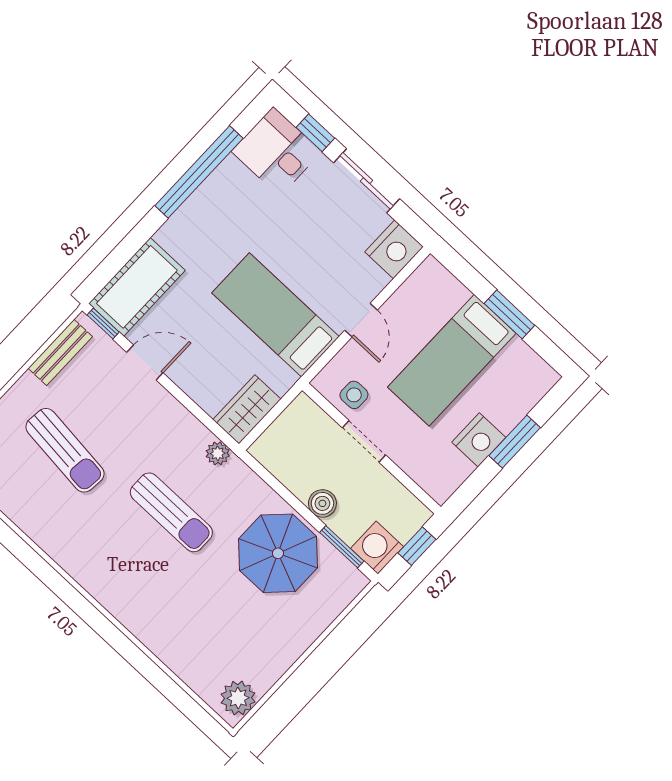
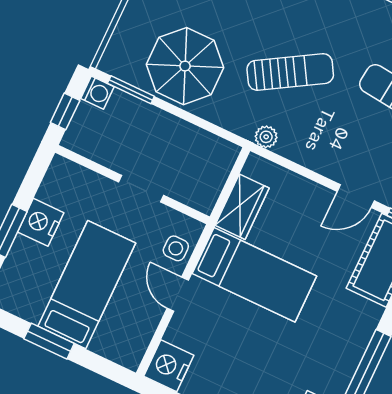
side table: (354, 395) -> (176, 248), moved
wardrobe: (247, 409) -> (242, 207), moved
boiler: (322, 503) -> (160, 122), removed
sun lounger: (171, 512) -> (290, 72), turned 149
washing machine: (377, 548) -> (97, 93), width x0.73, depth x0.73

